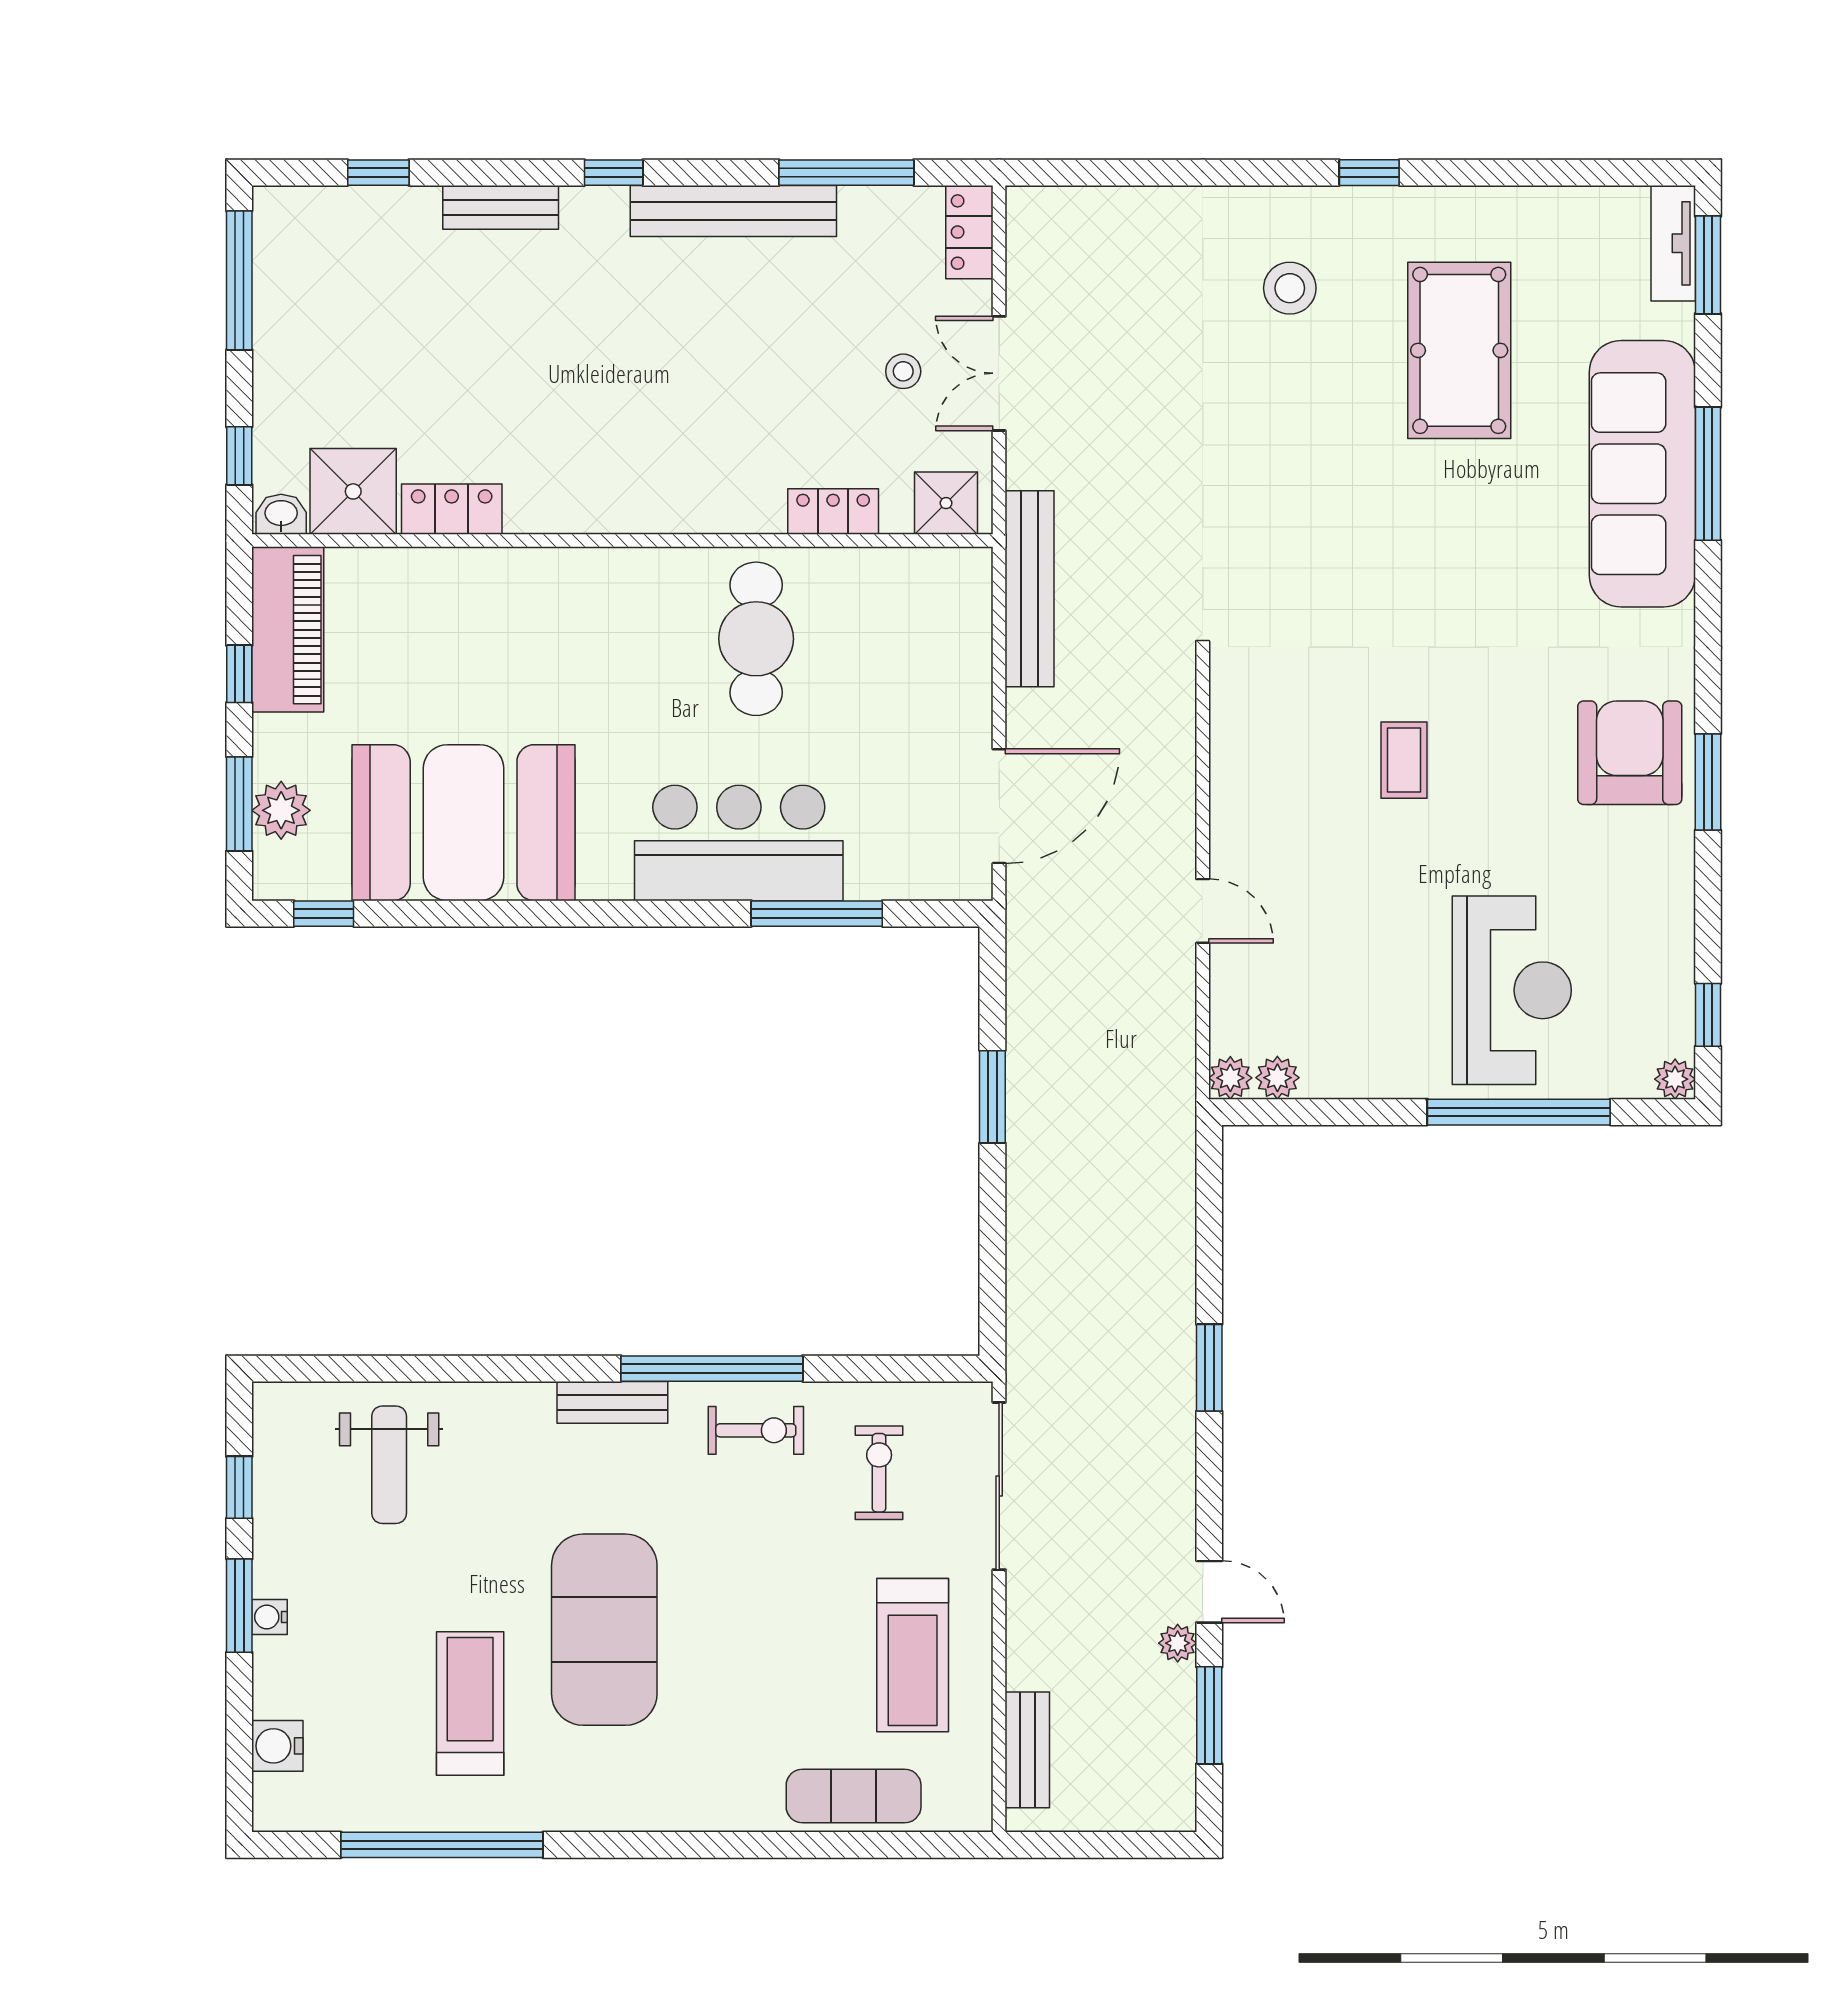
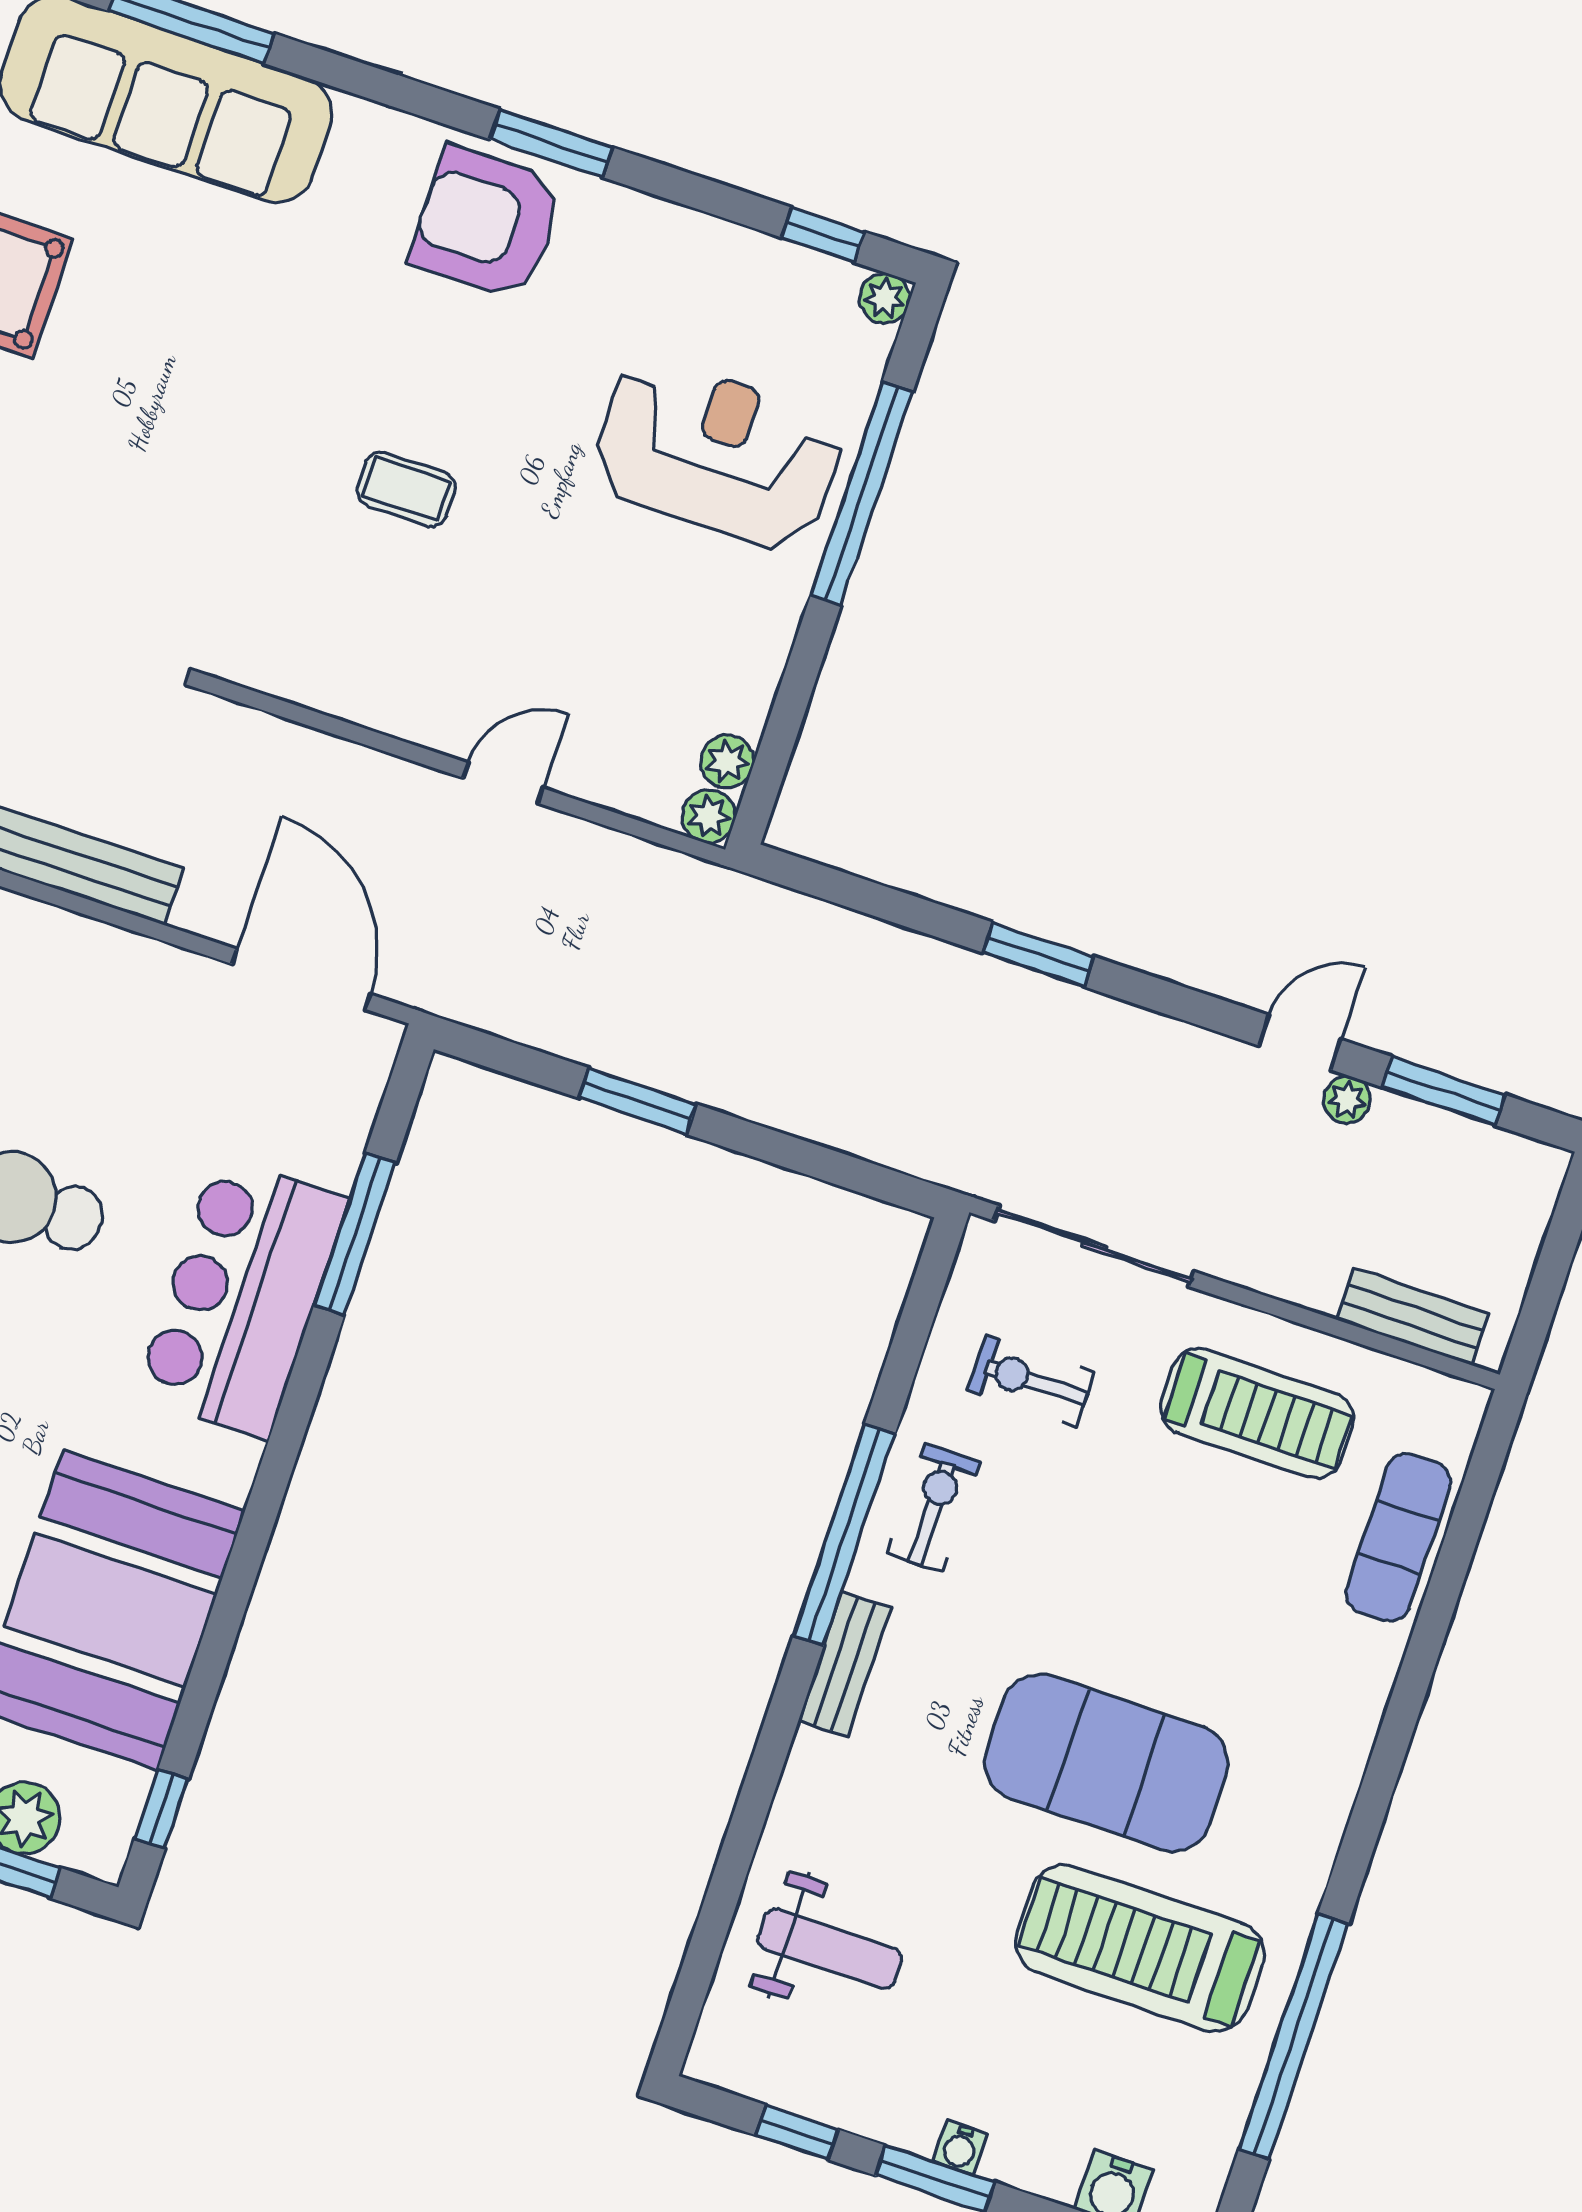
treadmill: (470, 1704) -> (1140, 1948), width x1.37, depth x1.38

